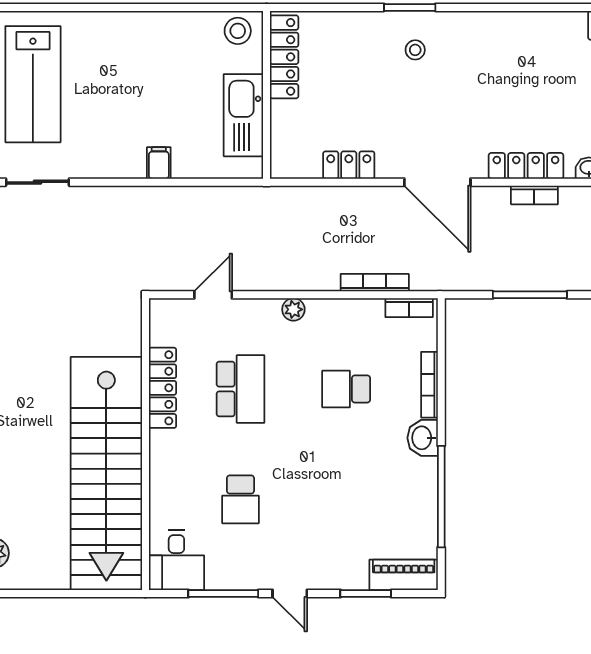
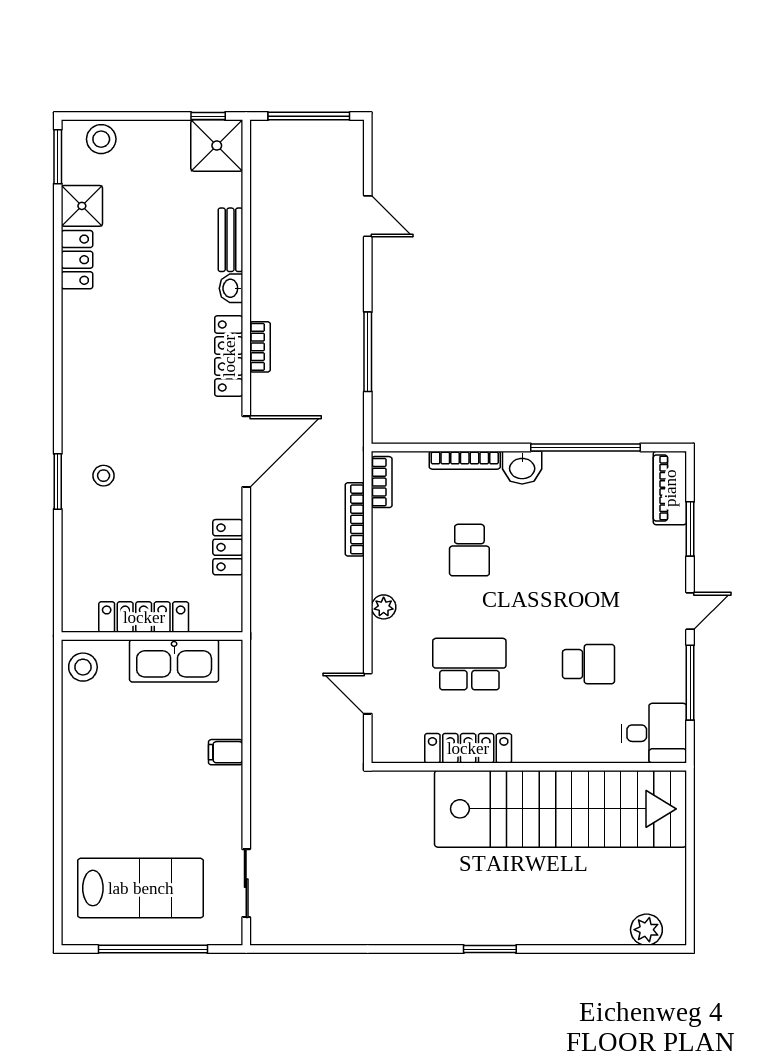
locker: (284, 57) -> (144, 617), moved

